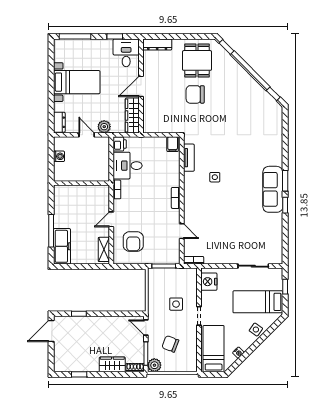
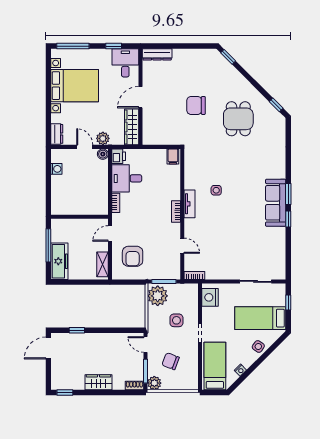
dining table: (197, 60) -> (238, 119), moved
bed with nightstands: (77, 82) -> (75, 86), width x1.36
boiler: (104, 142) -> (103, 154), added
tv unit: (189, 158) -> (190, 204), moved
wall: (81, 183) -> (80, 217), moved
plant: (158, 280) -> (158, 296), added
wardrobe: (112, 364) -> (98, 382), moved
window: (79, 374) -> (65, 392), moved

